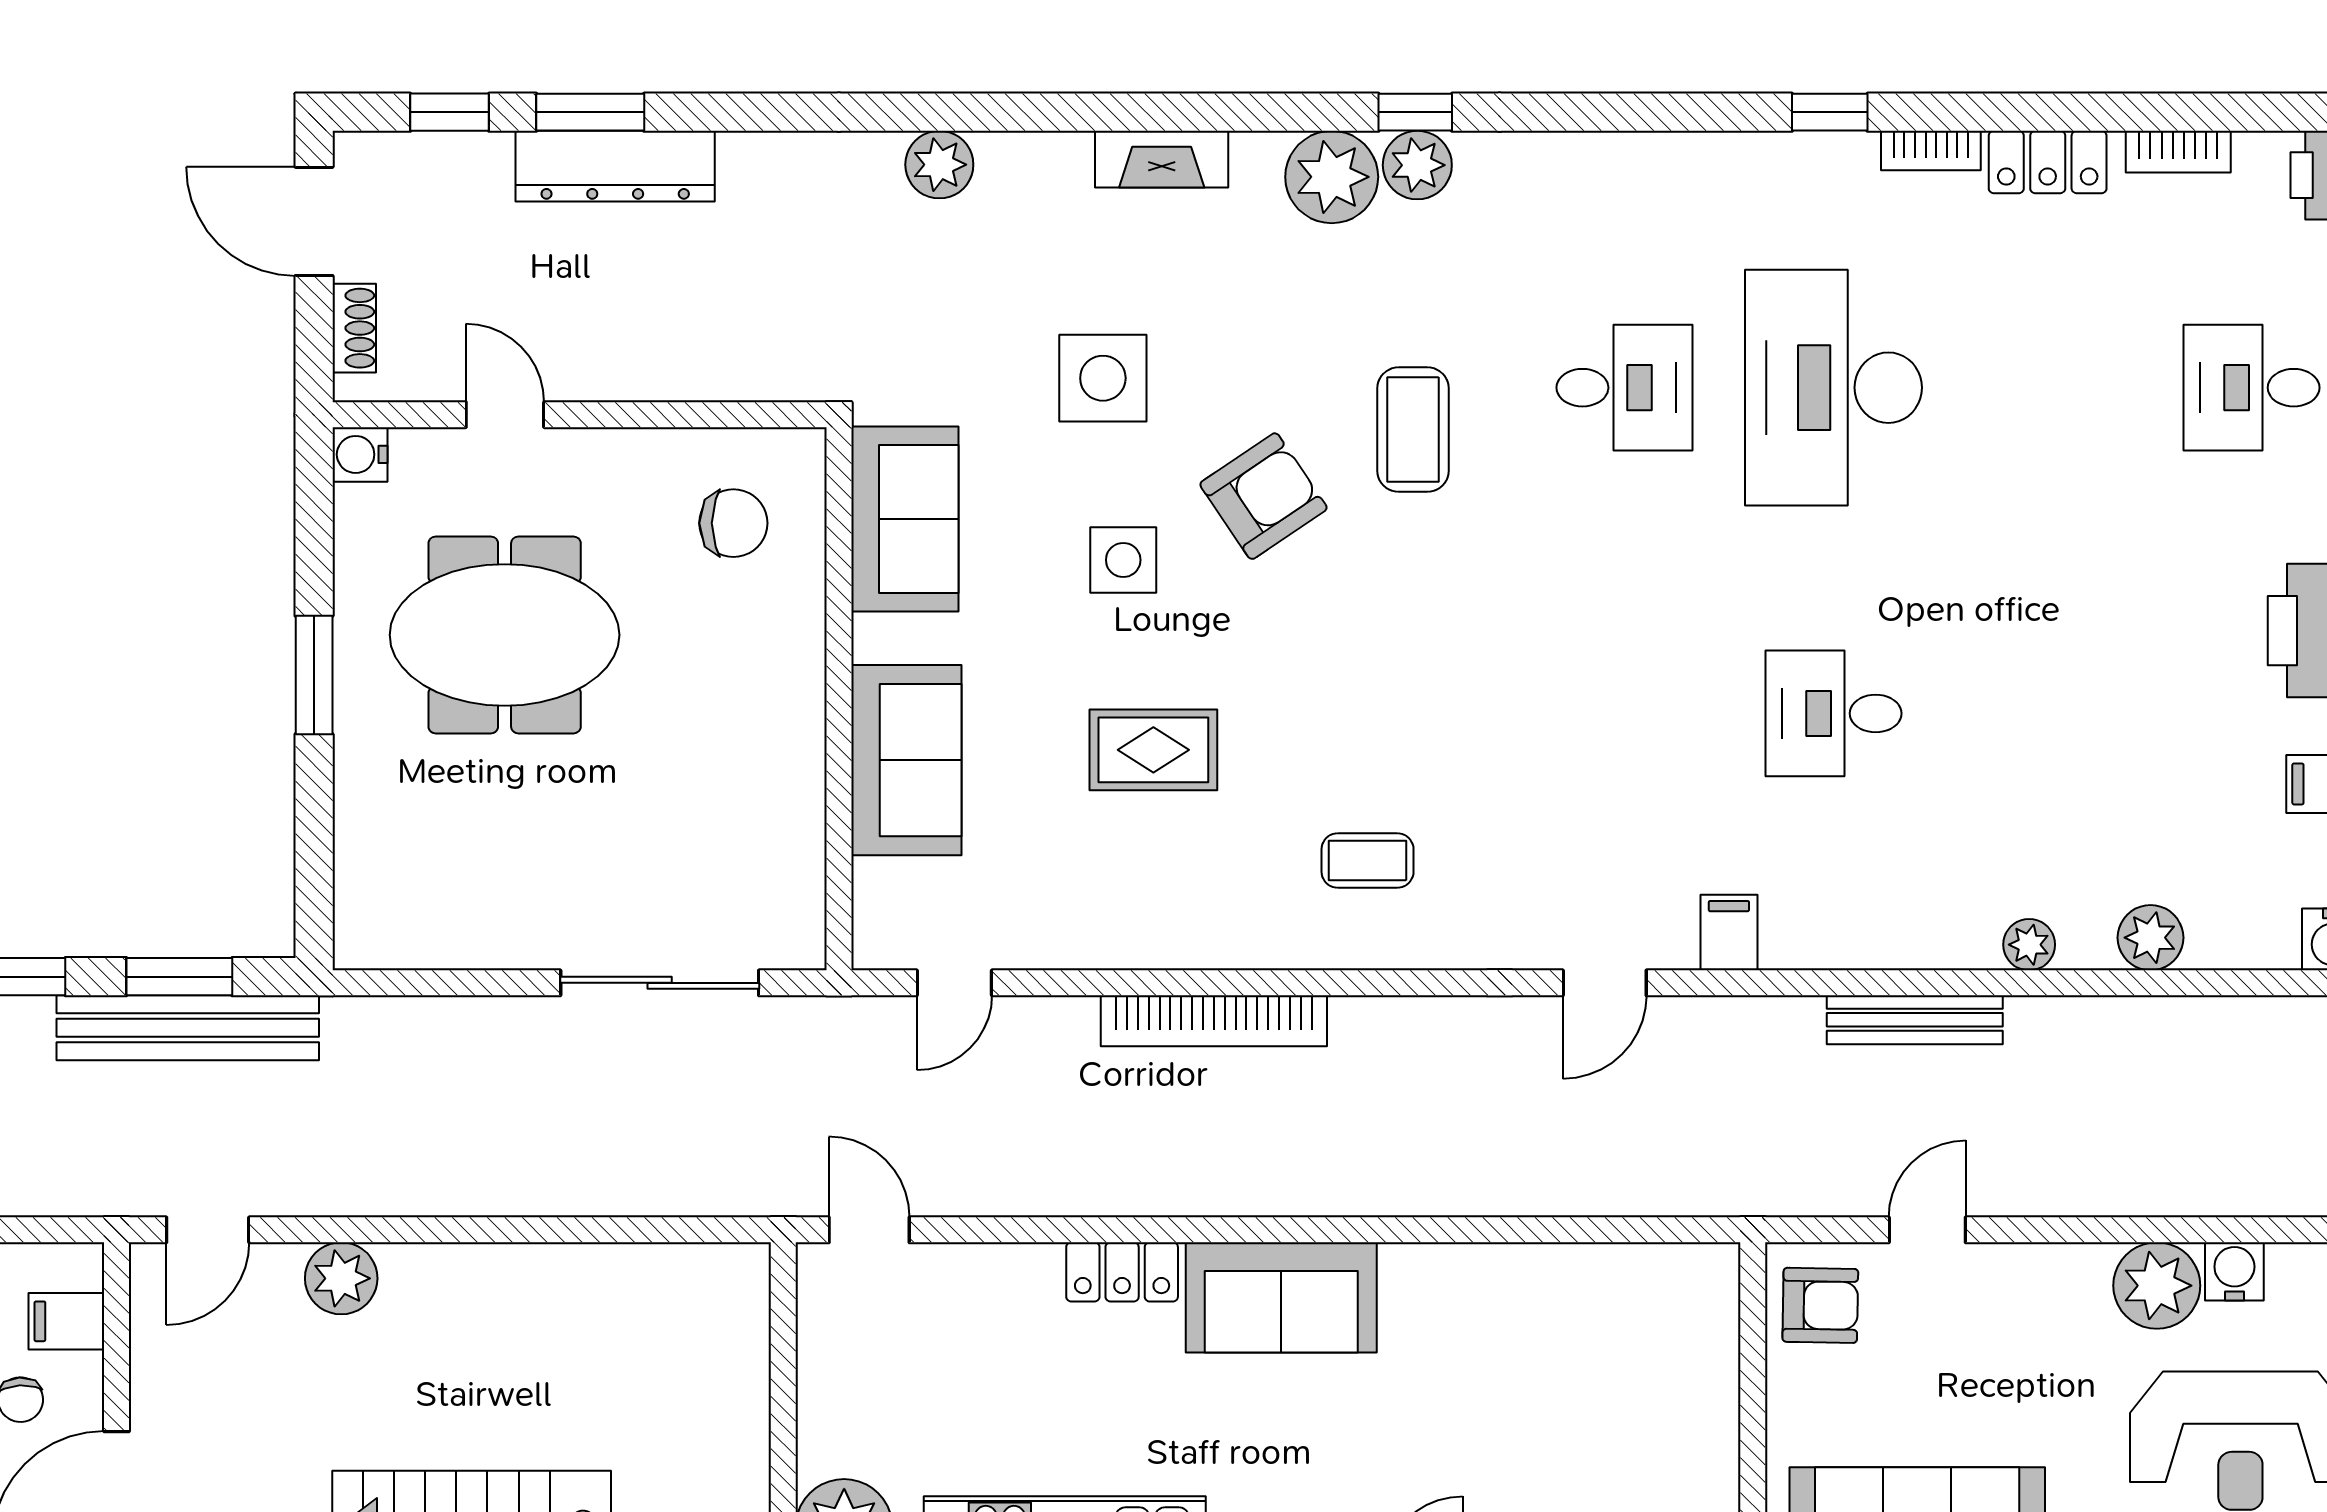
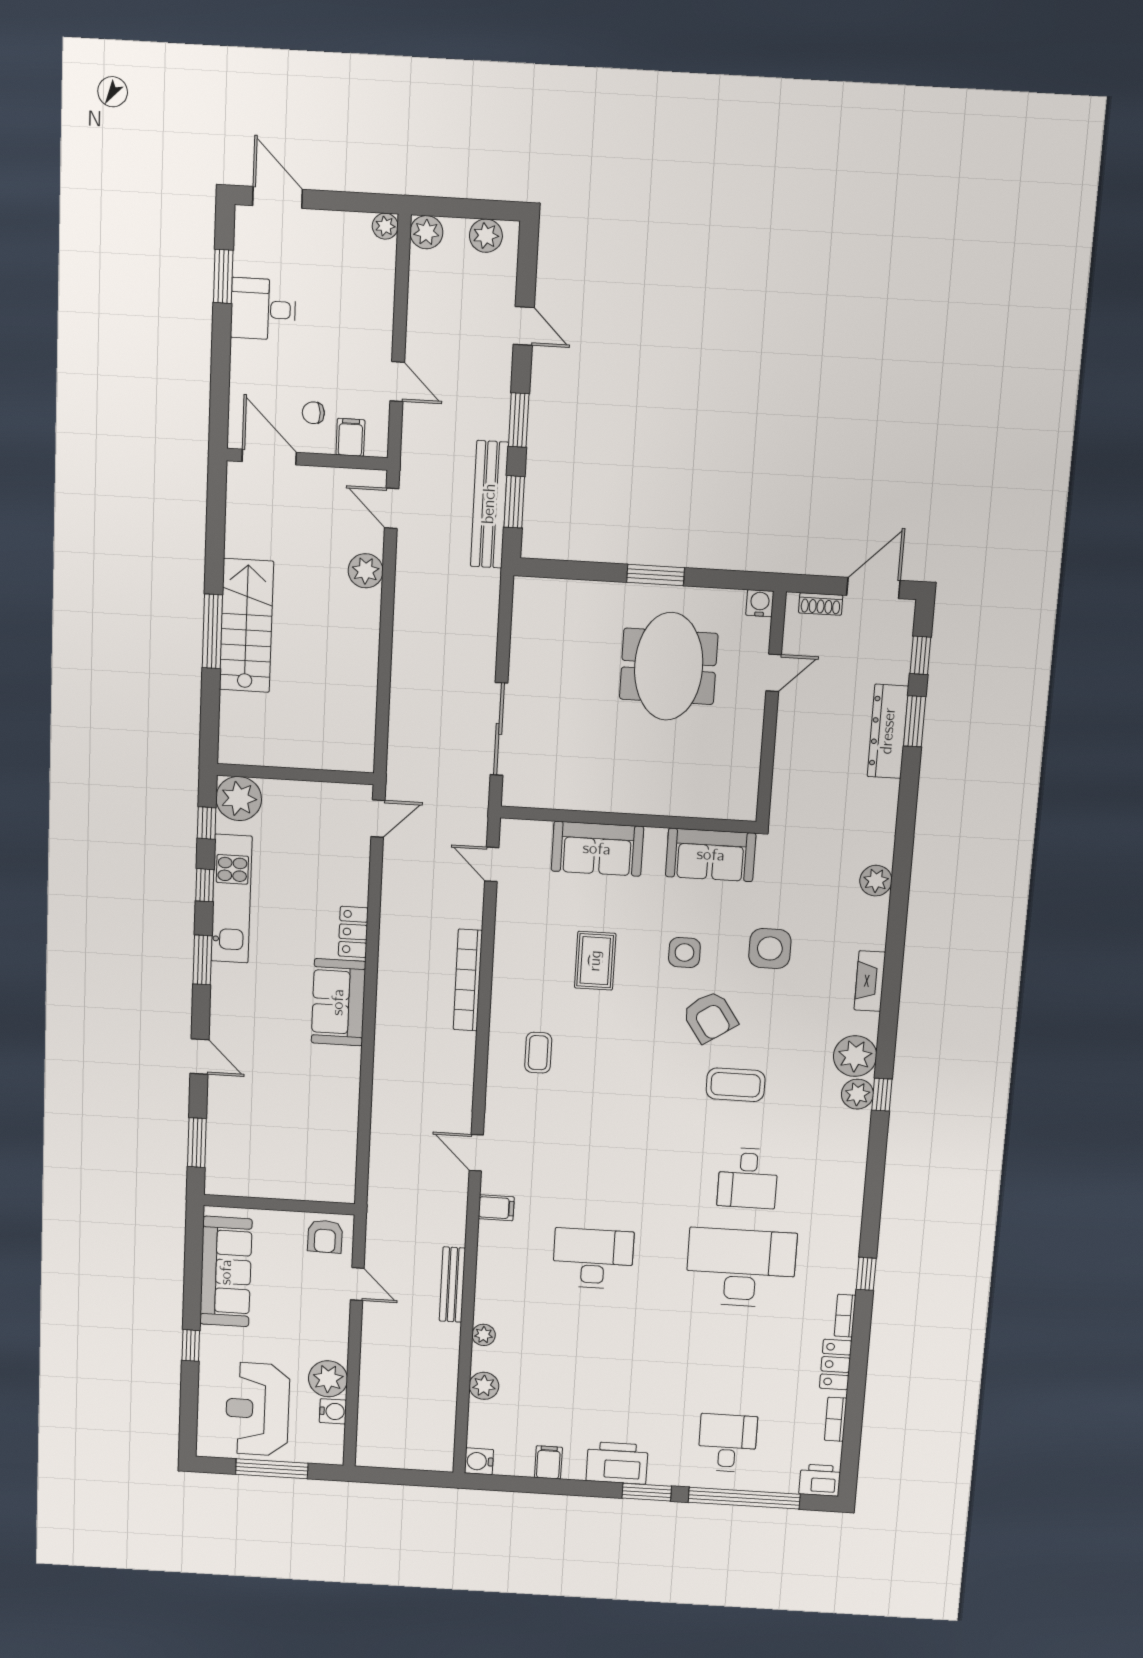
chair: (733, 523) -> (714, 776), removed
desk: (1834, 713) -> (593, 1259), width x1.37

